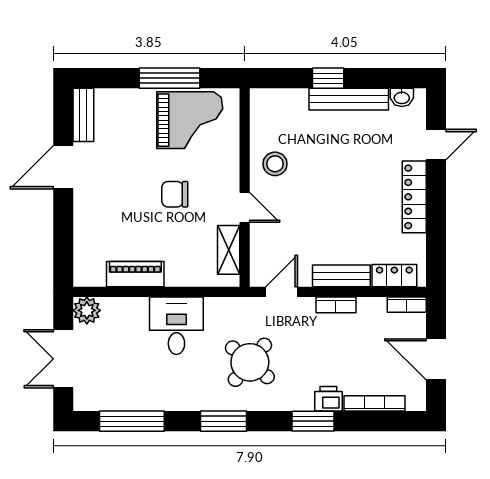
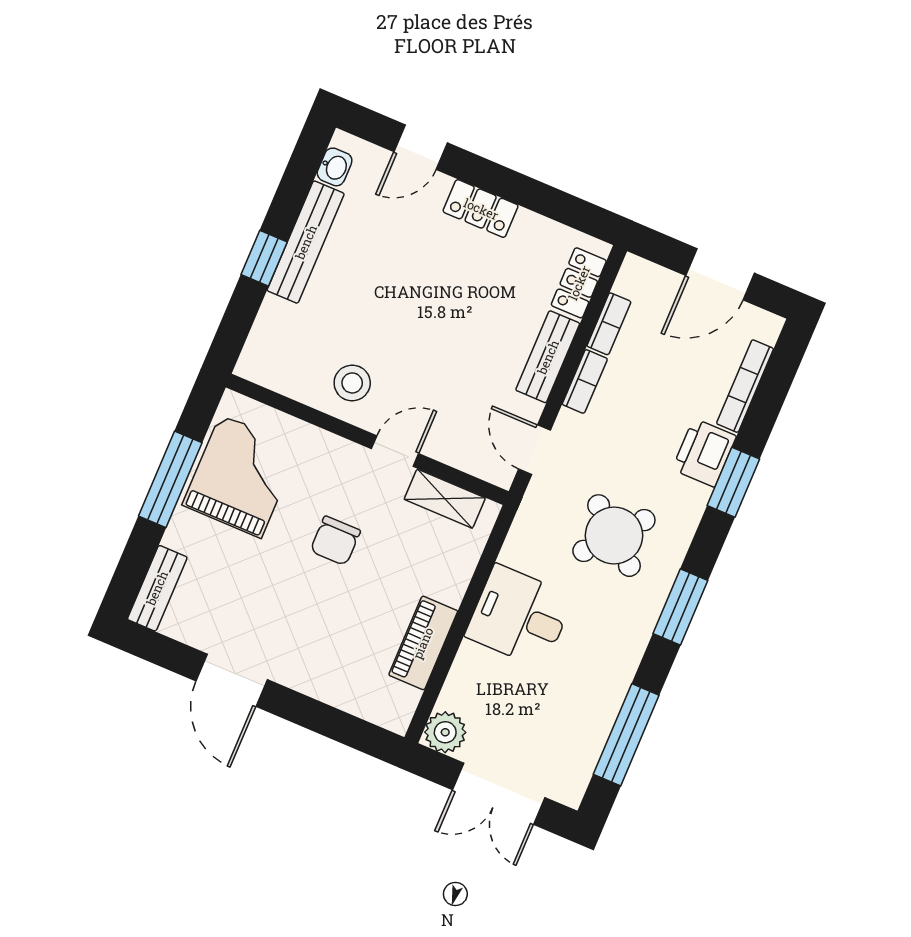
bench: (83, 115) -> (157, 588), moved, turned 90
door: (436, 145) -> (421, 147), swing flipped
locker: (414, 197) -> (481, 209), width x0.66
bookcase: (407, 305) -> (609, 324), moved
printer: (328, 399) -> (704, 453), width x1.36, depth x1.24

